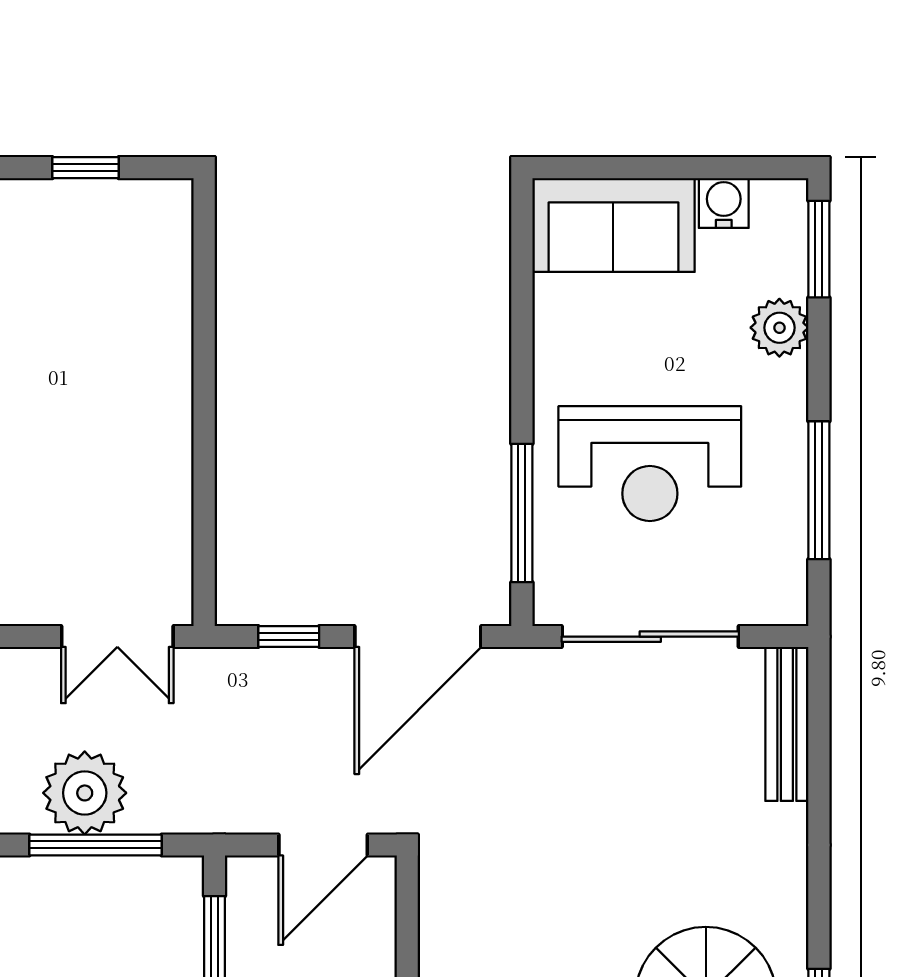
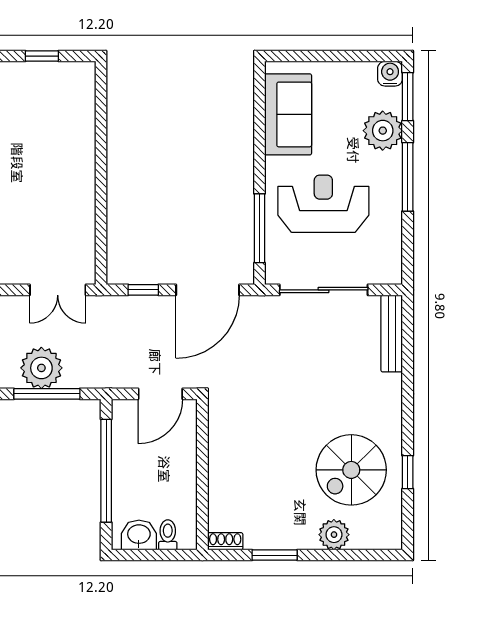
water cooler: (724, 203) -> (390, 74), moved
sofa: (613, 225) -> (288, 114), moved, turned -90
plant: (779, 328) -> (383, 131), width x1.36, depth x1.36
reception desk: (650, 464) -> (323, 204), turned 180
window: (819, 490) -> (408, 177), moved

